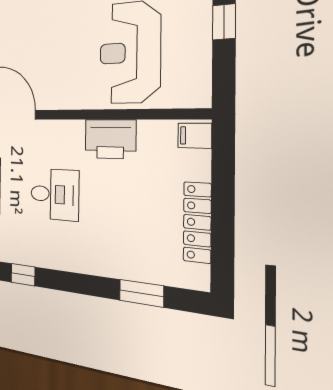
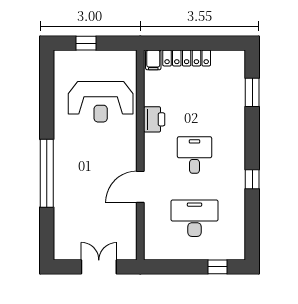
printer: (110, 139) -> (154, 119), width x0.73, depth x0.84
locker: (197, 222) -> (187, 58), moved

